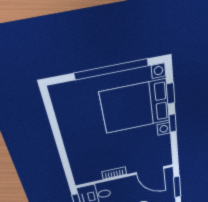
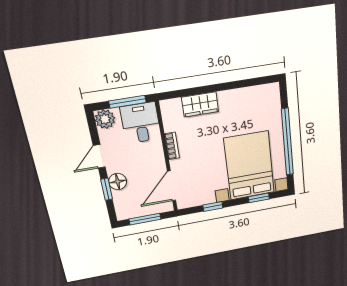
window: (173, 123) -> (213, 206), moved
wardrobe: (76, 155) -> (200, 104), added

